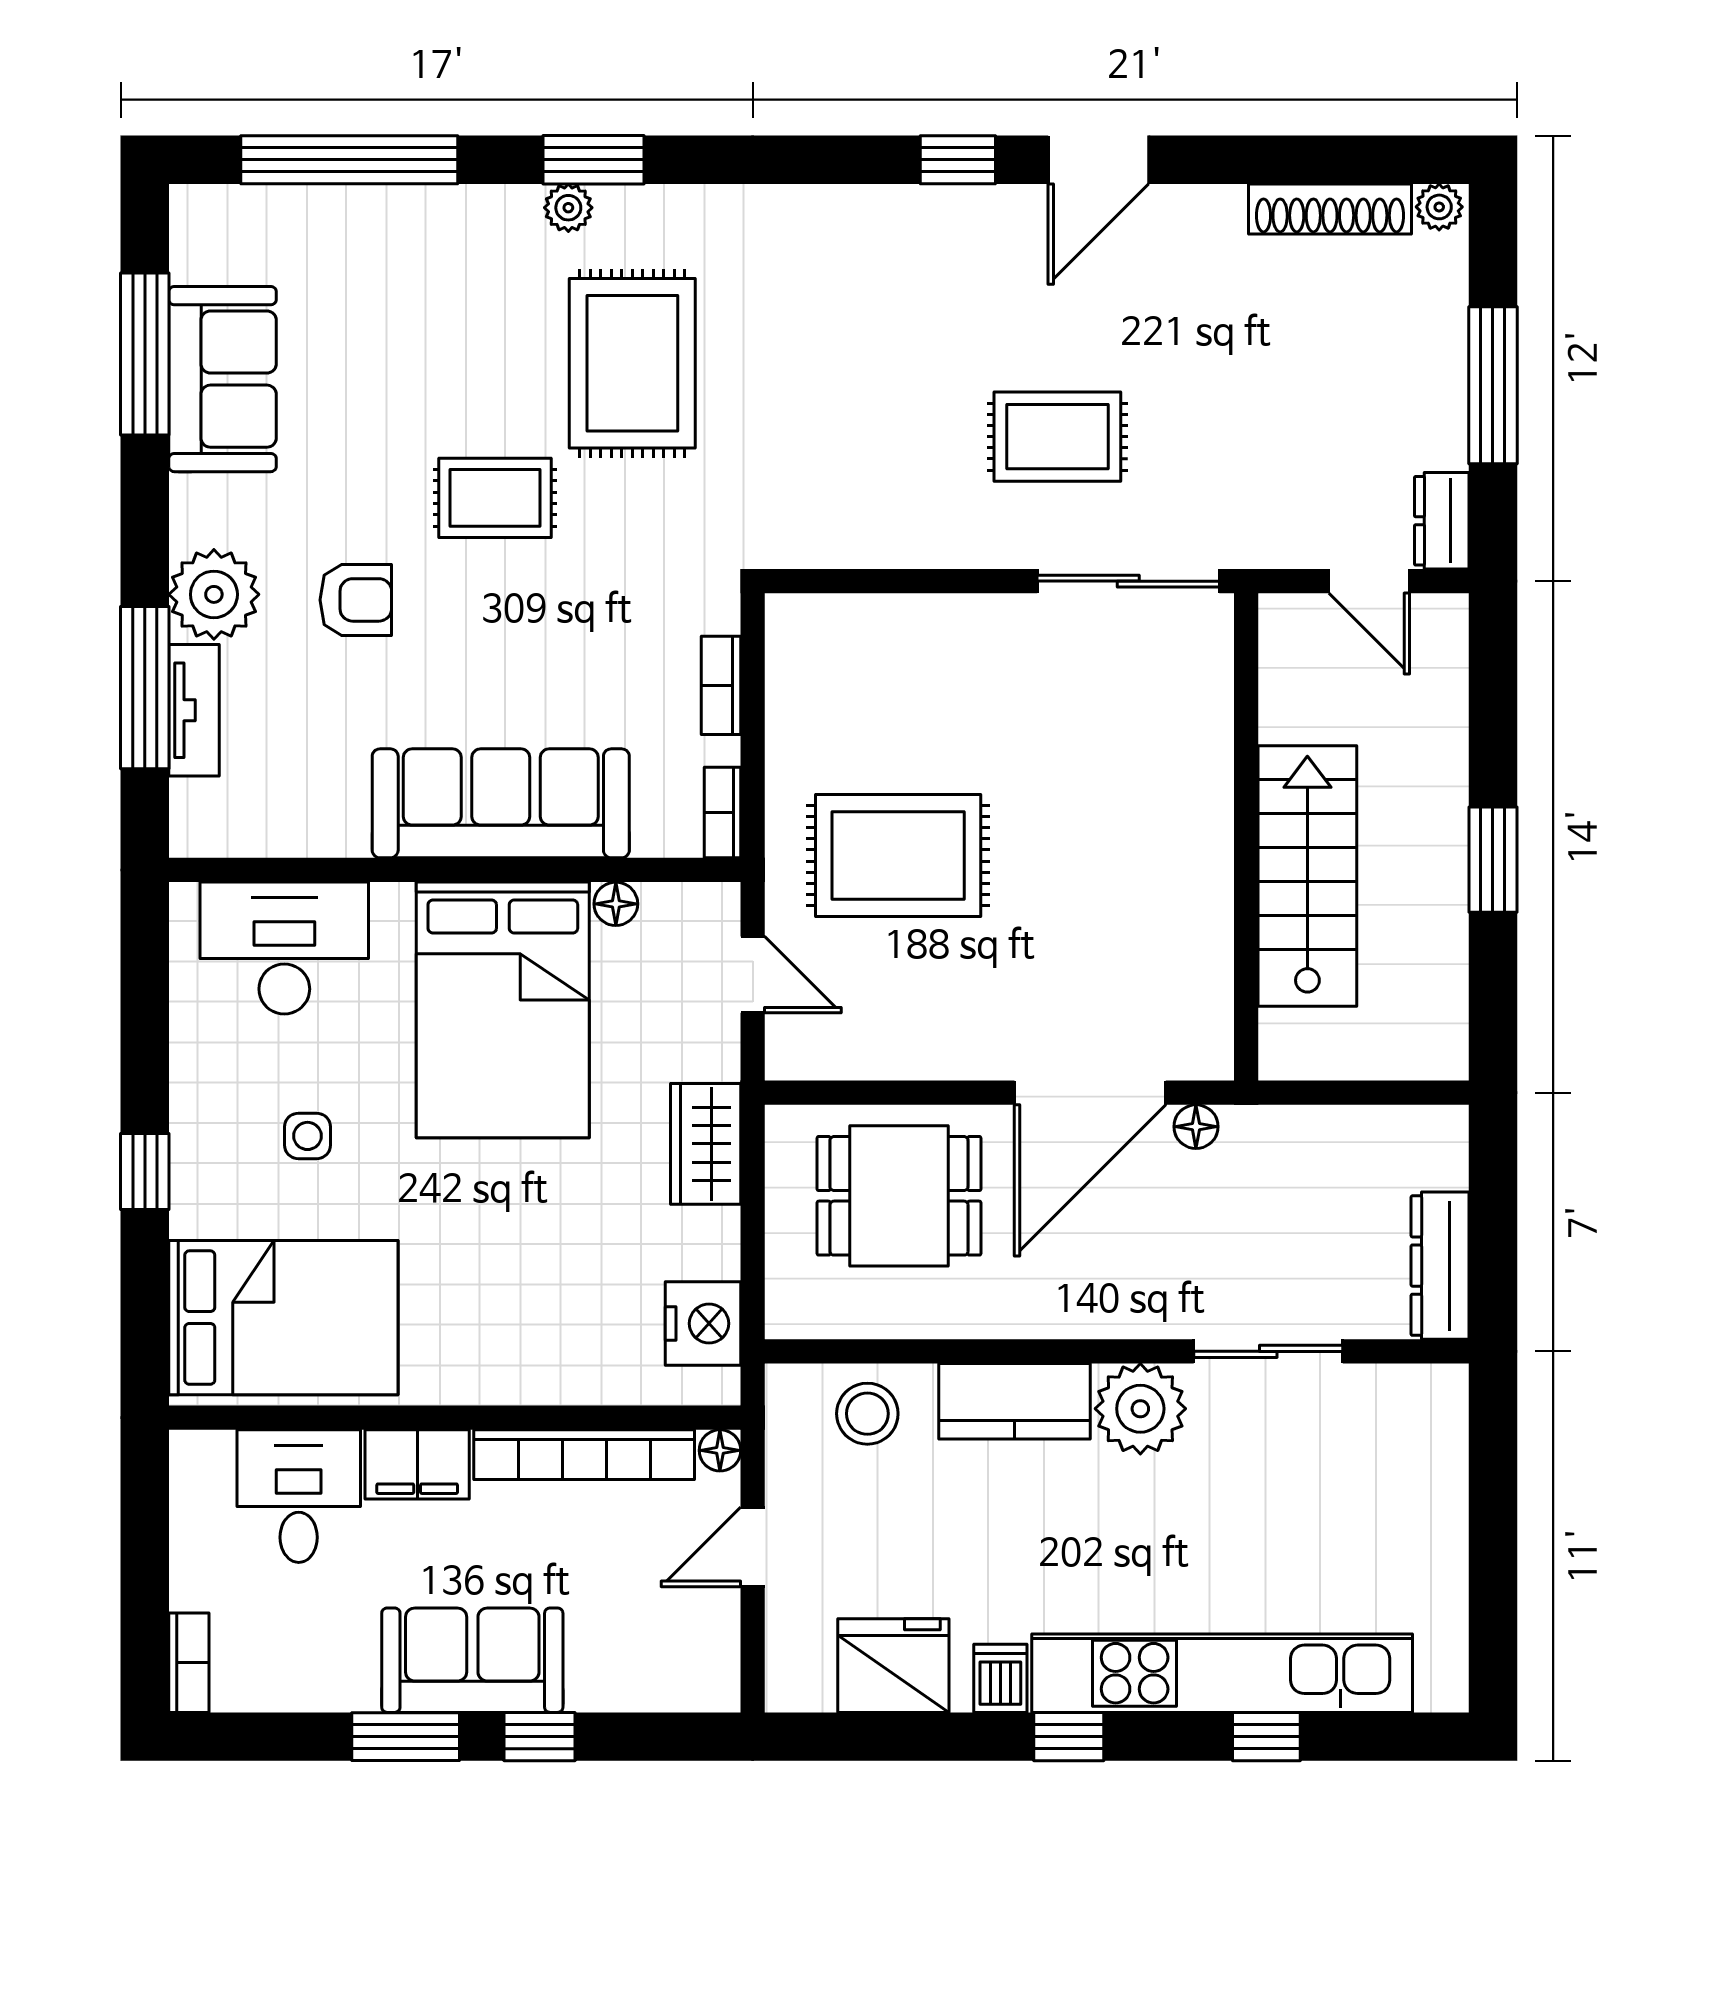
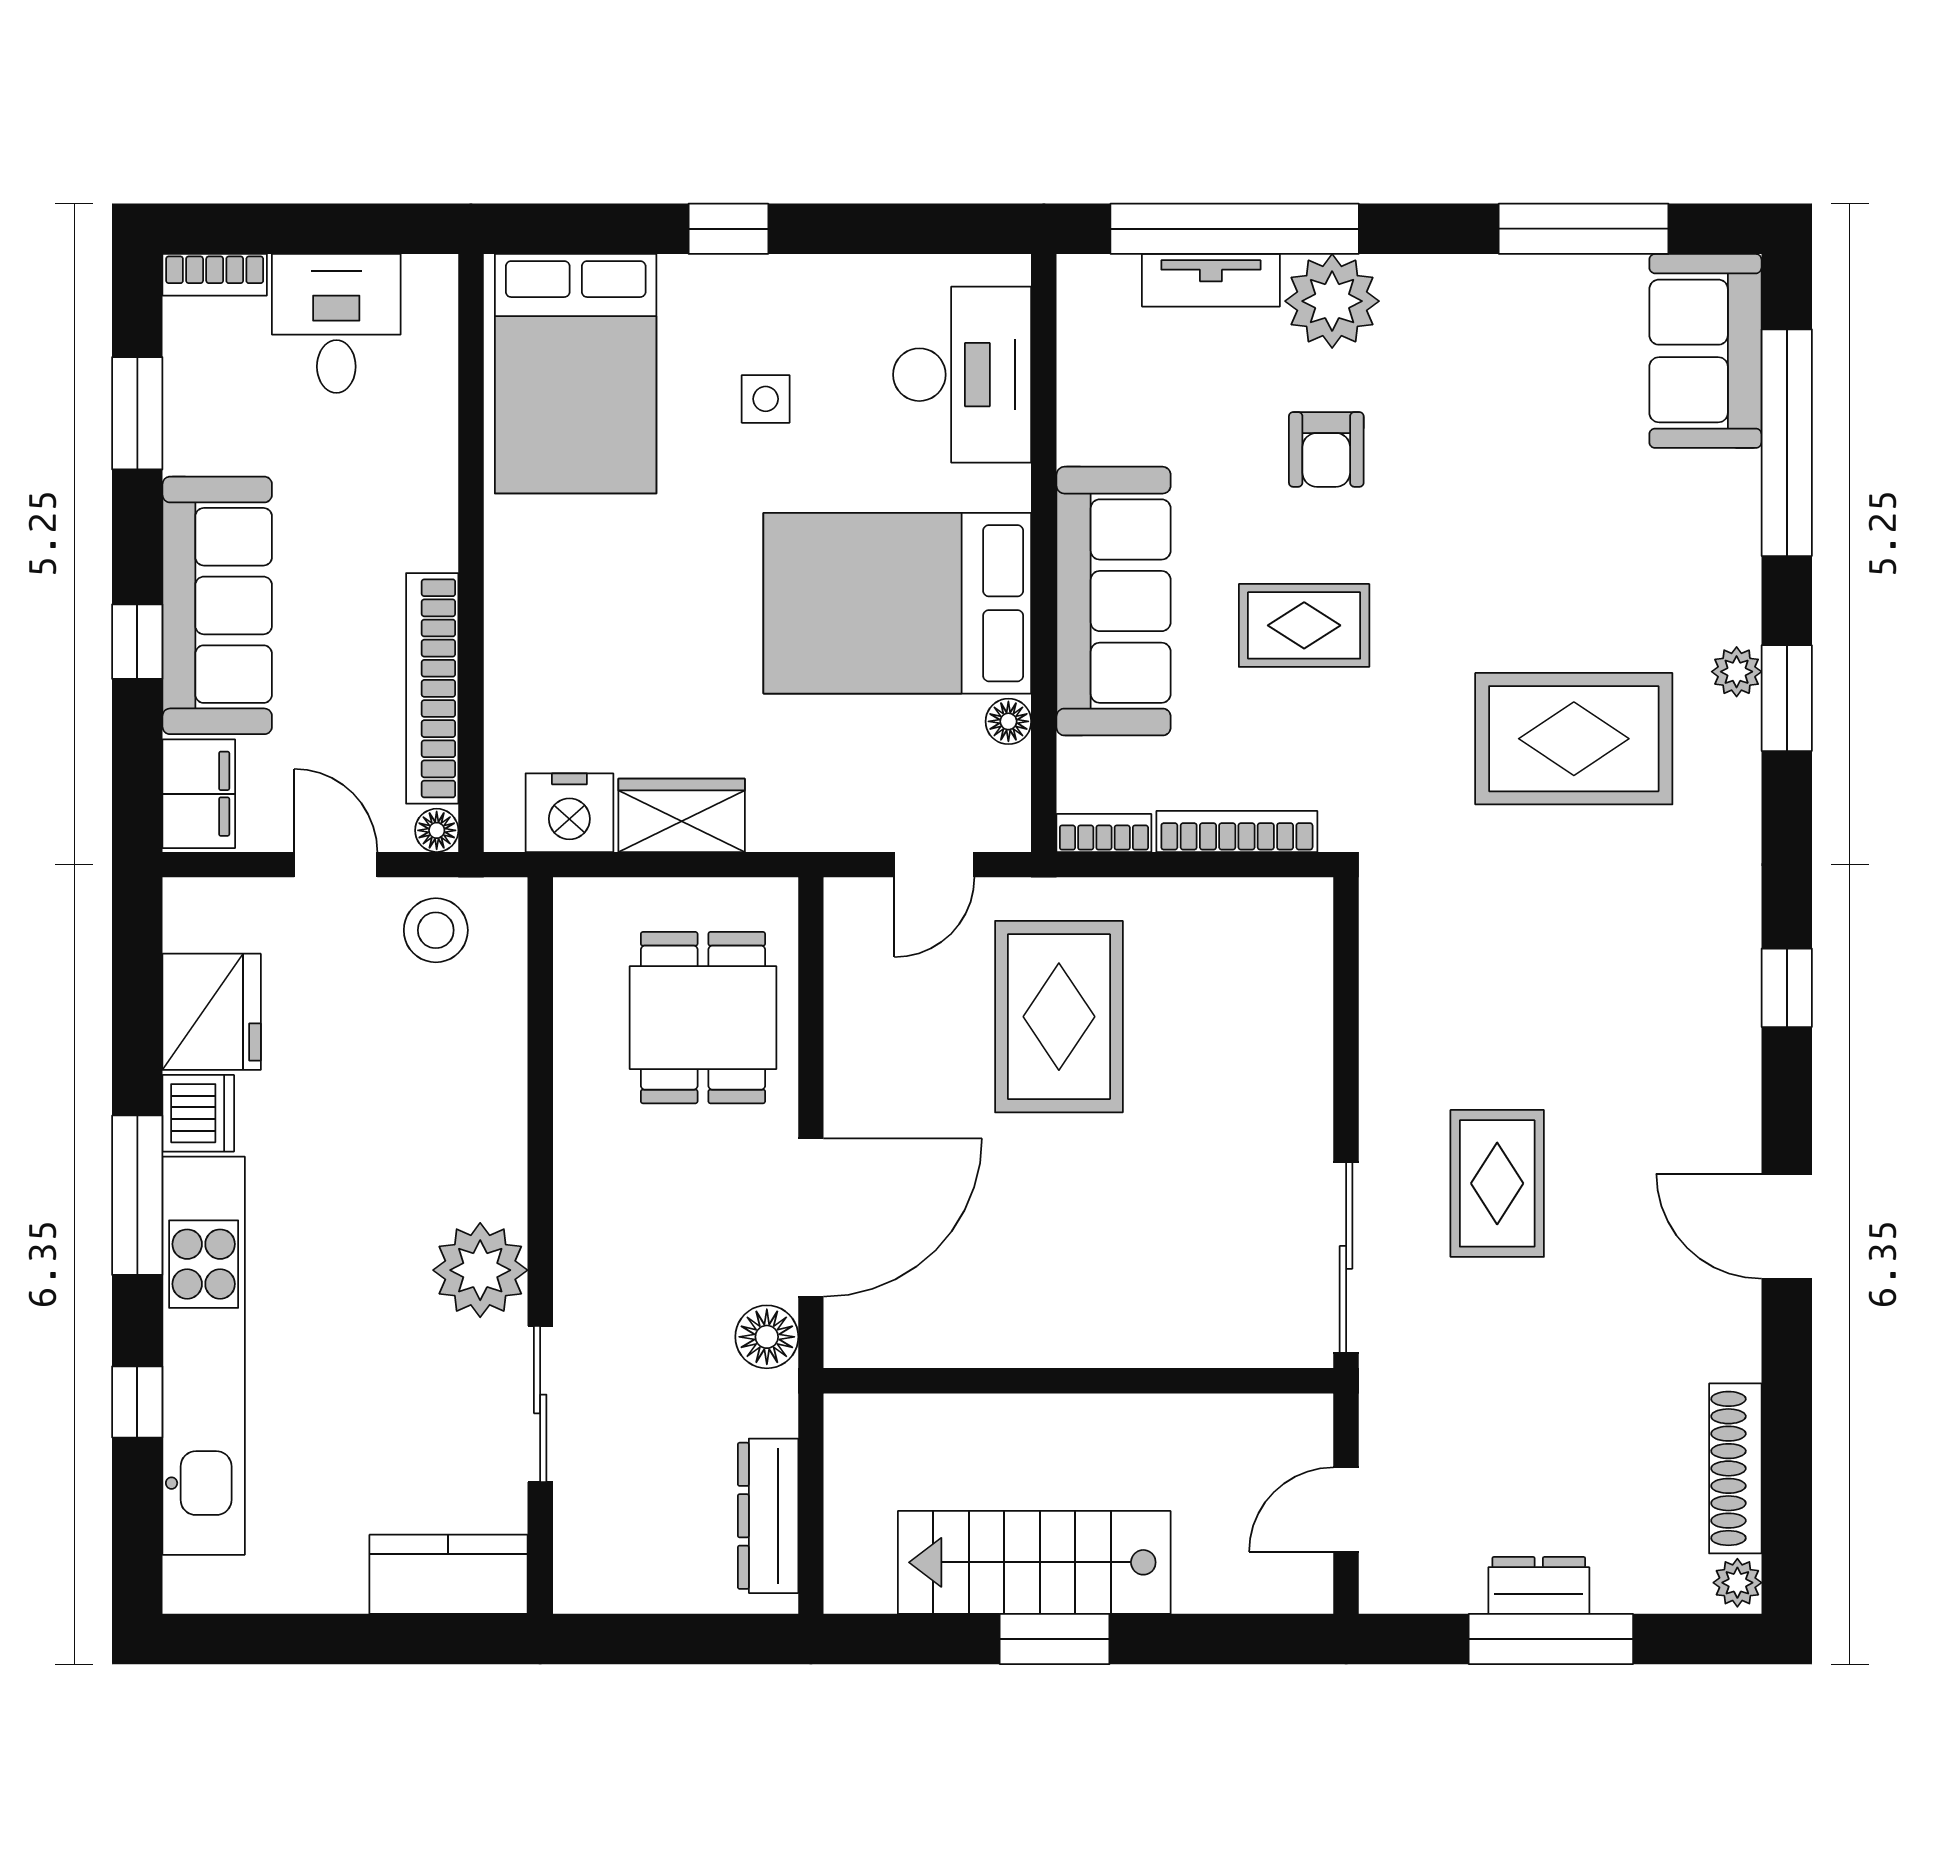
window: (958, 160) -> (1787, 988), moved
sofa: (223, 379) -> (1705, 351), moved, turned 90
rug: (495, 498) -> (1304, 625), moved, turned 90
dresser: (1442, 521) -> (1539, 1585), moved
bookcase: (721, 685) -> (1237, 831), width x1.56
window: (145, 688) -> (1235, 229), width x1.46
stairs: (1307, 876) -> (1034, 1562), moved, turned 180
door: (1090, 1093) -> (811, 1218), swing flipped
floor lamp: (1196, 1127) -> (767, 1337), width x1.37, depth x1.37
wardrobe: (706, 1144) -> (682, 815), moved
dresser: (1440, 1266) -> (768, 1516), moved, turned -90
kitchen counter: (1015, 1401) -> (448, 1574), moved, turned 90
stool: (867, 1414) -> (436, 930), moved
filing cabinet: (417, 1464) -> (199, 794), moved, turned 180
desk: (299, 1496) -> (336, 323), moved, turned -90
sofa: (472, 1660) -> (217, 605), width x1.36
dishwasher: (1000, 1678) -> (198, 1113), width x1.38
window: (406, 1737) -> (137, 413), moved
window: (1069, 1737) -> (137, 1195), width x2.17

